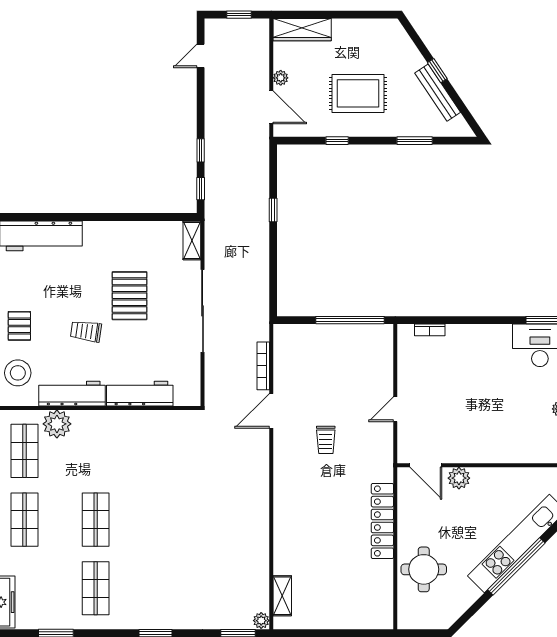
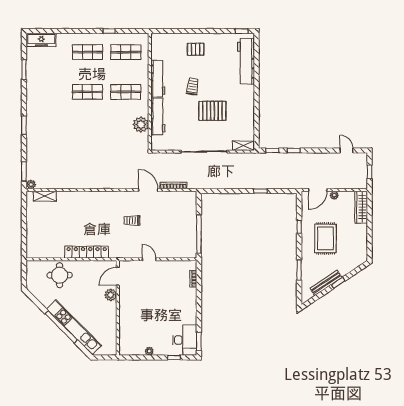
stool: (18, 373) -> (169, 48), removed
plant: (57, 424) -> (141, 125), moved
shop shelf: (96, 588) -> (126, 92), moved

